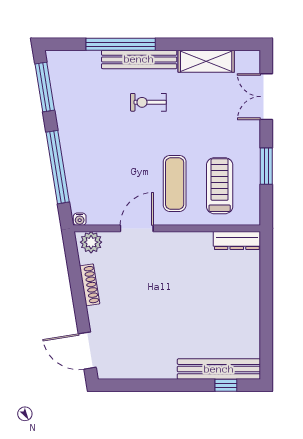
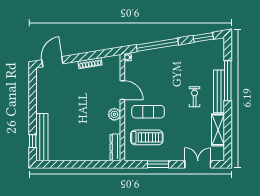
window: (45, 87) -> (203, 37), width x0.69
plant: (91, 242) -> (114, 114), moved

